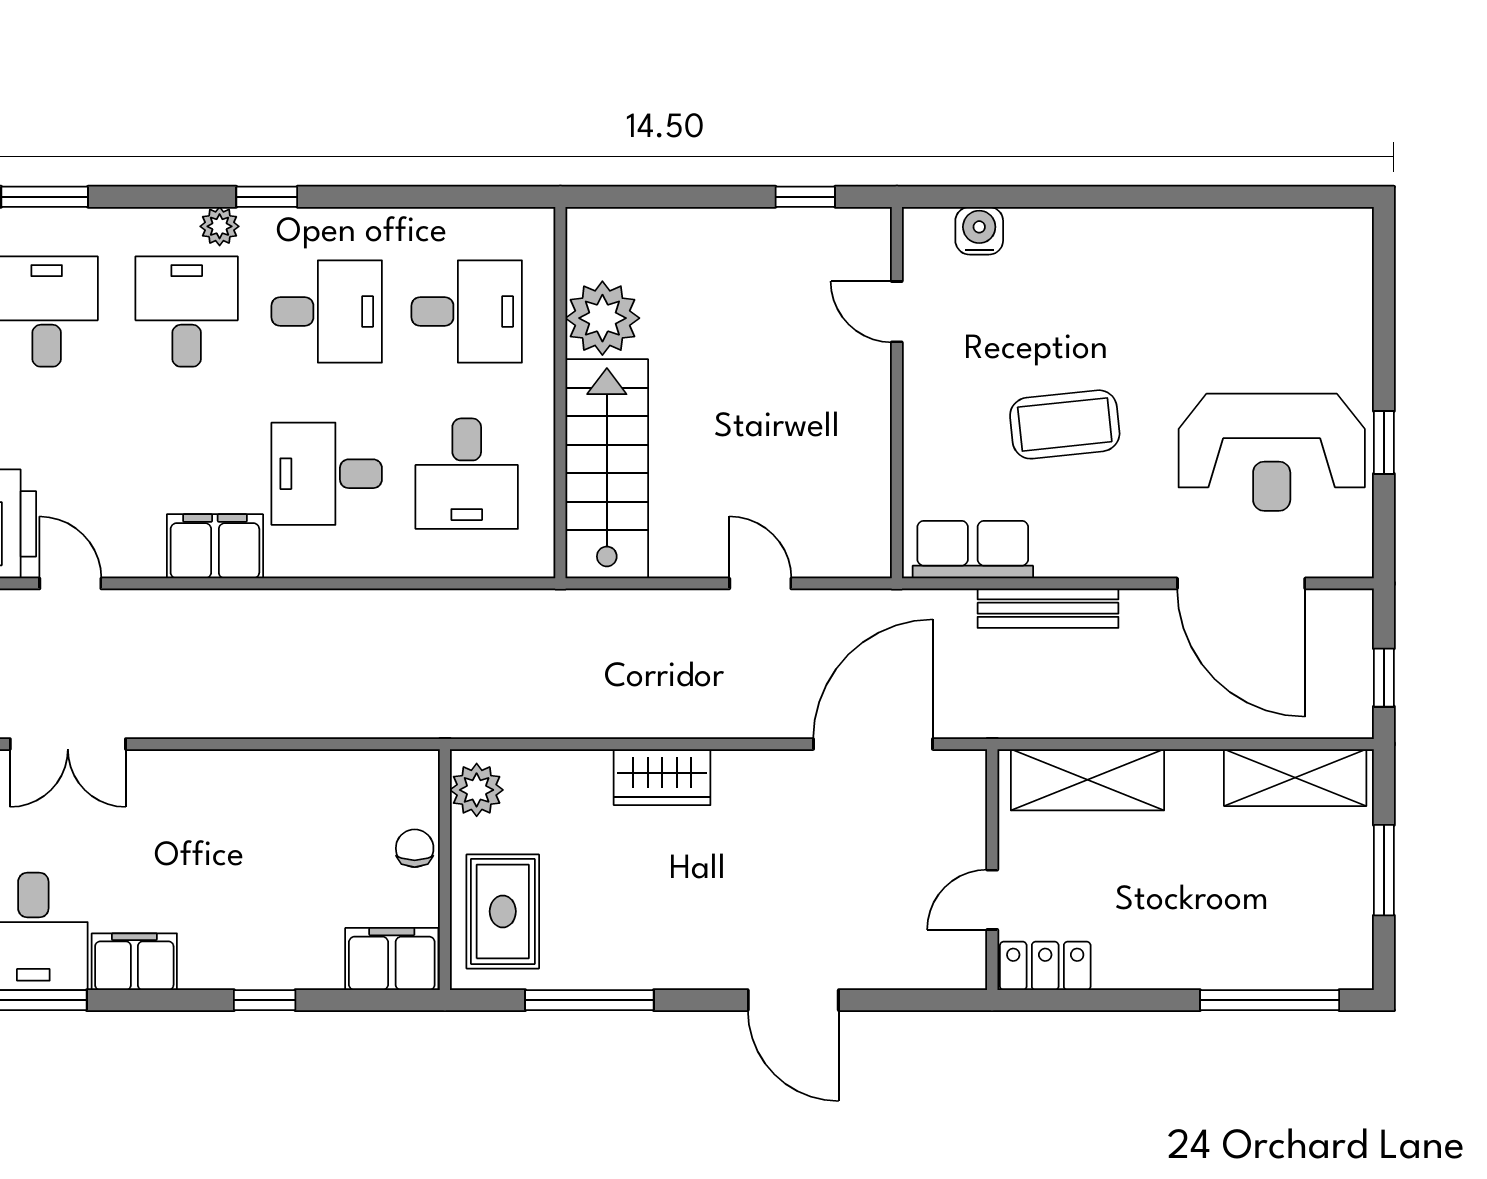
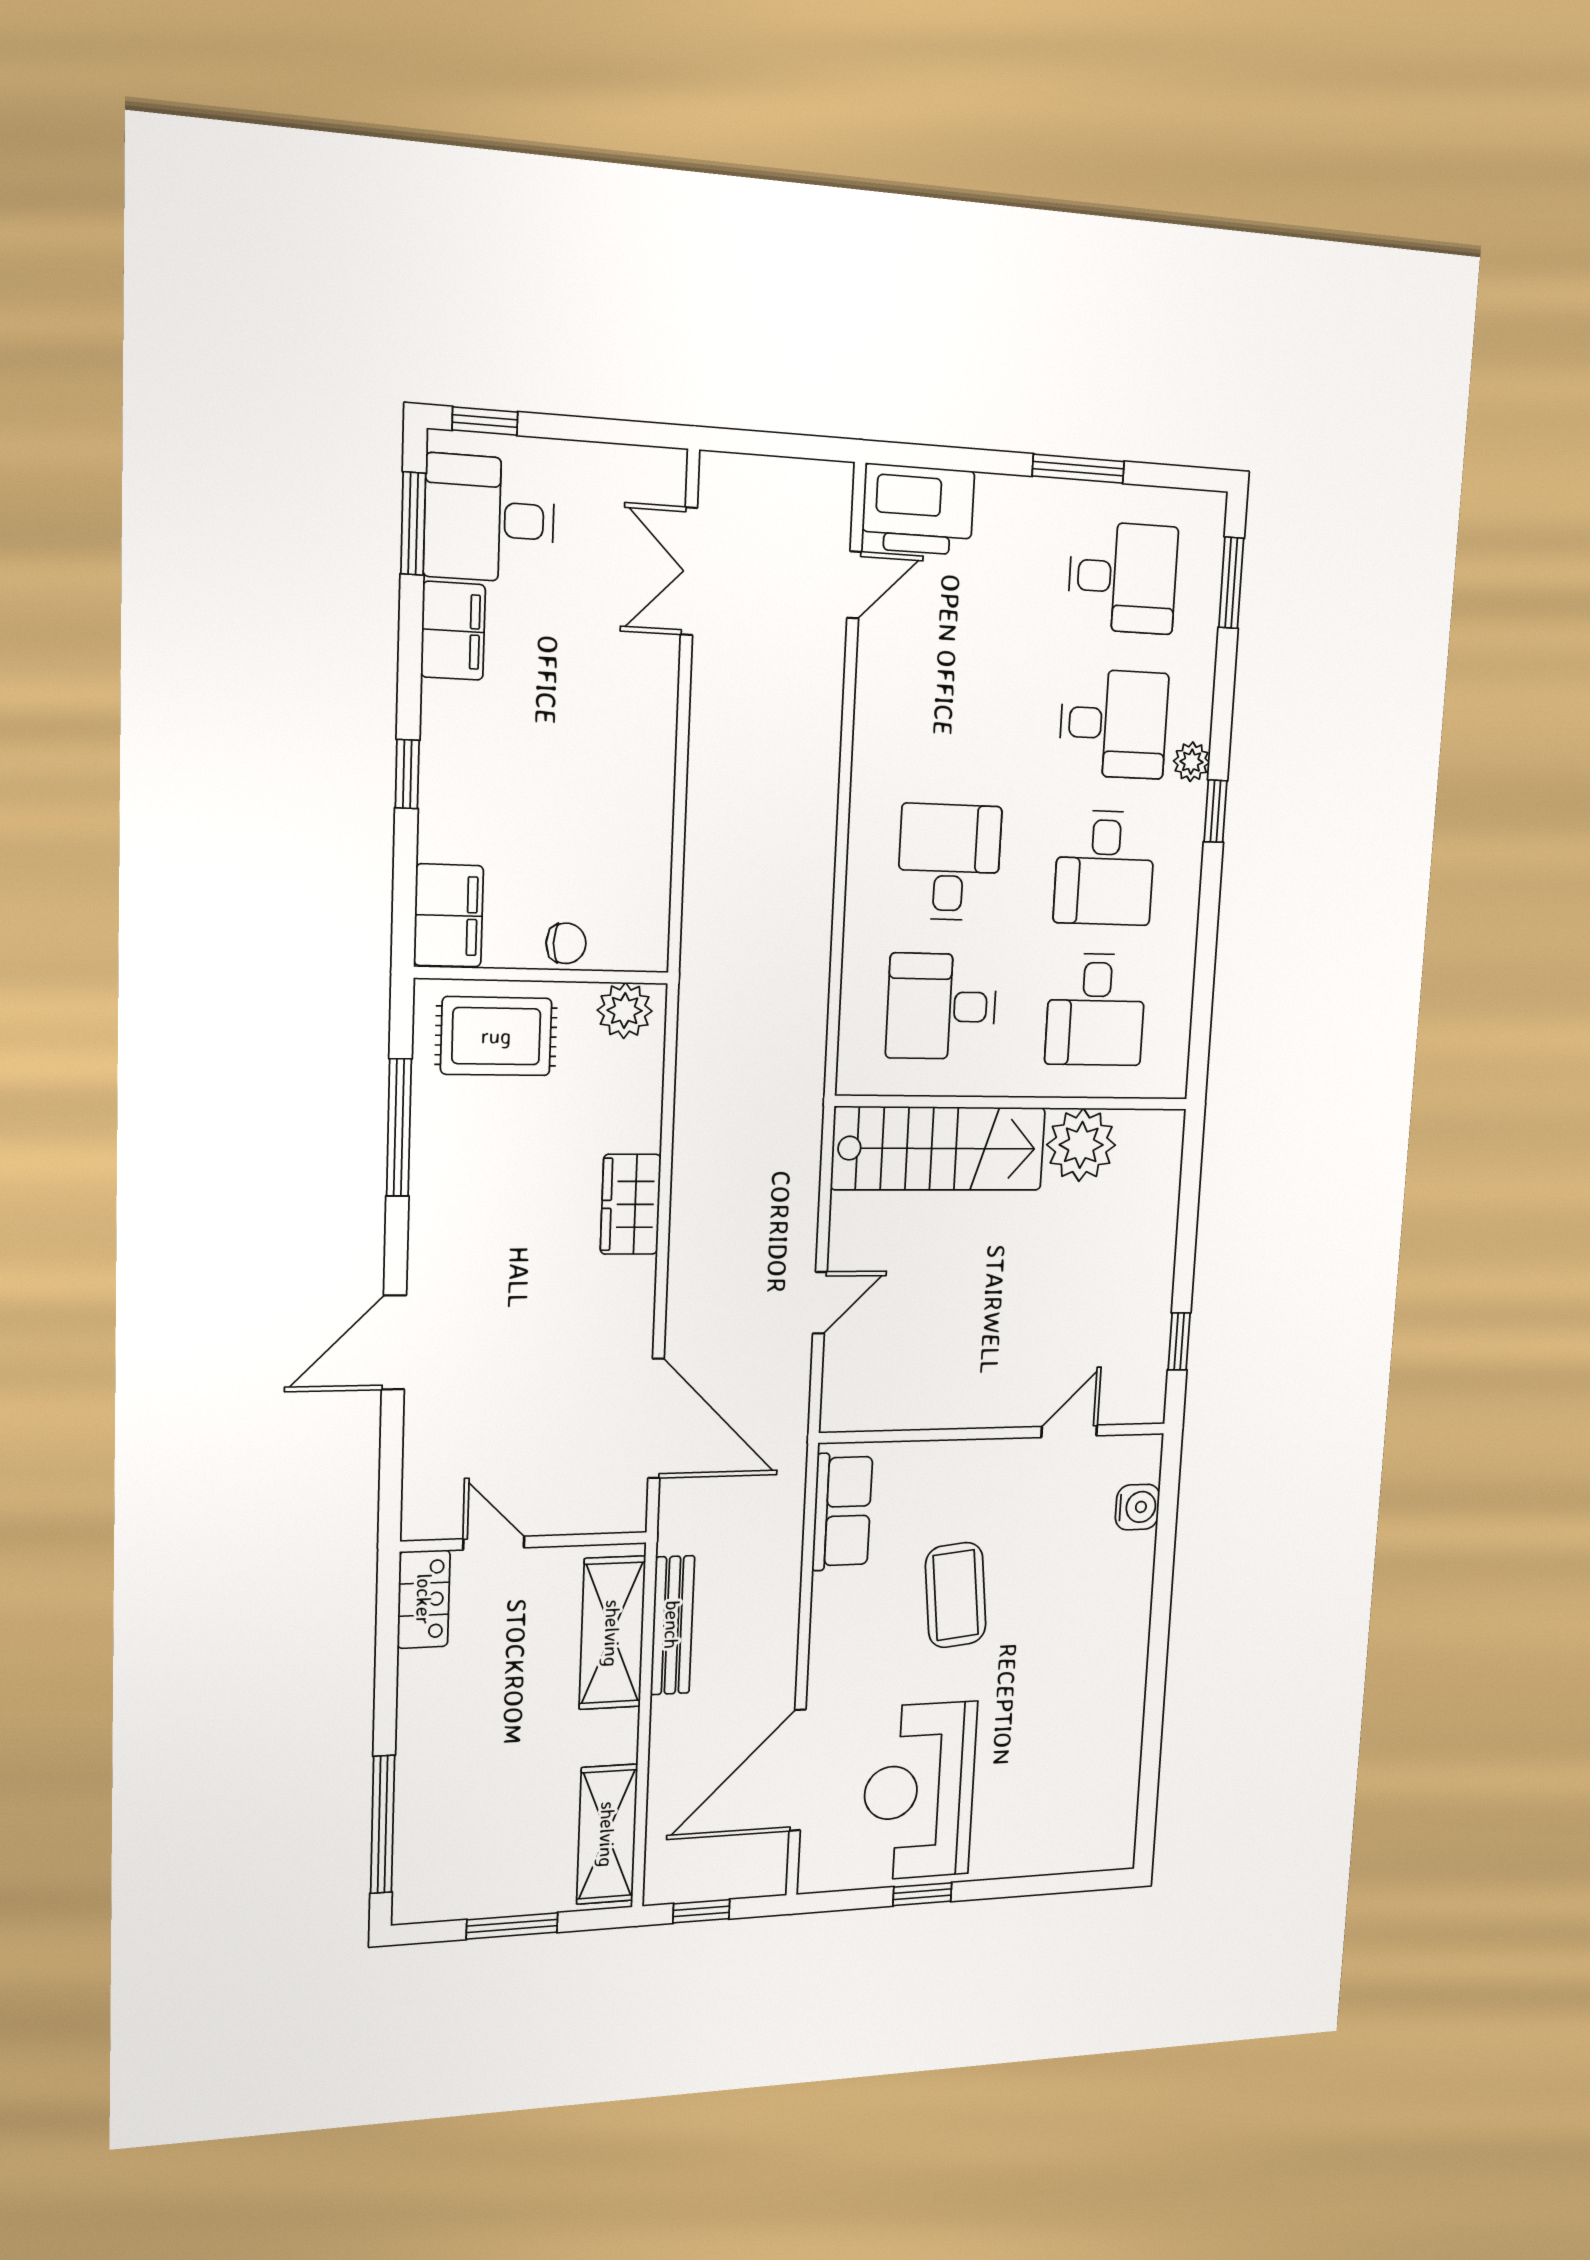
filing cabinet: (215, 546) -> (884, 742), removed
bench: (1048, 608) -> (672, 1625), moved

